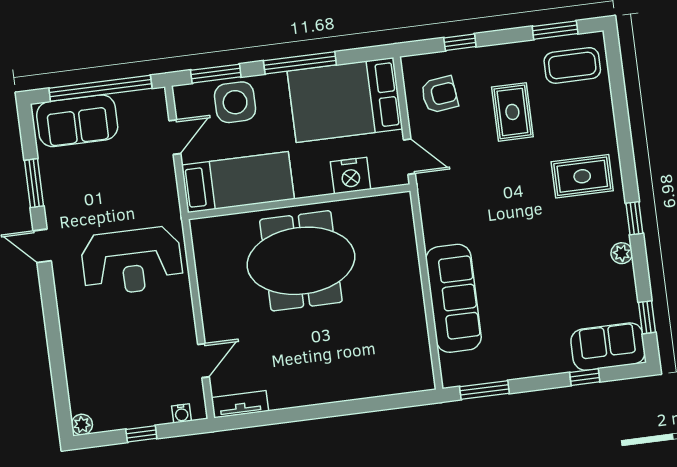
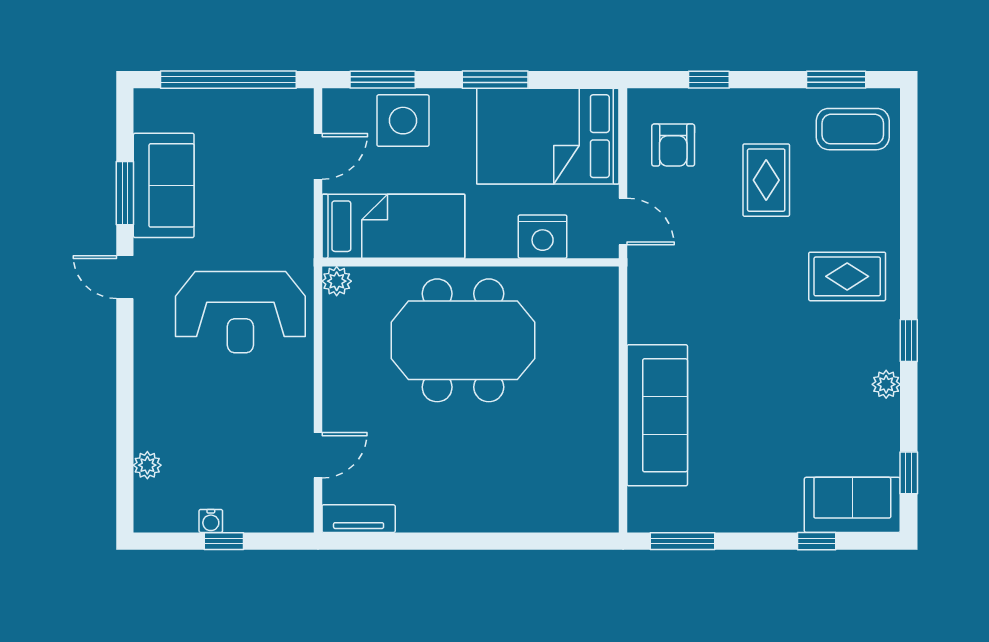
window: (300, 63) -> (495, 80), width x0.69
armchair: (439, 95) -> (673, 145), turned 97
sofa: (77, 121) -> (164, 185), moved, turned -90
plant: (201, 229) -> (337, 281), added
water cooler: (182, 413) -> (211, 521), moved
plant: (82, 425) -> (147, 465), moved

